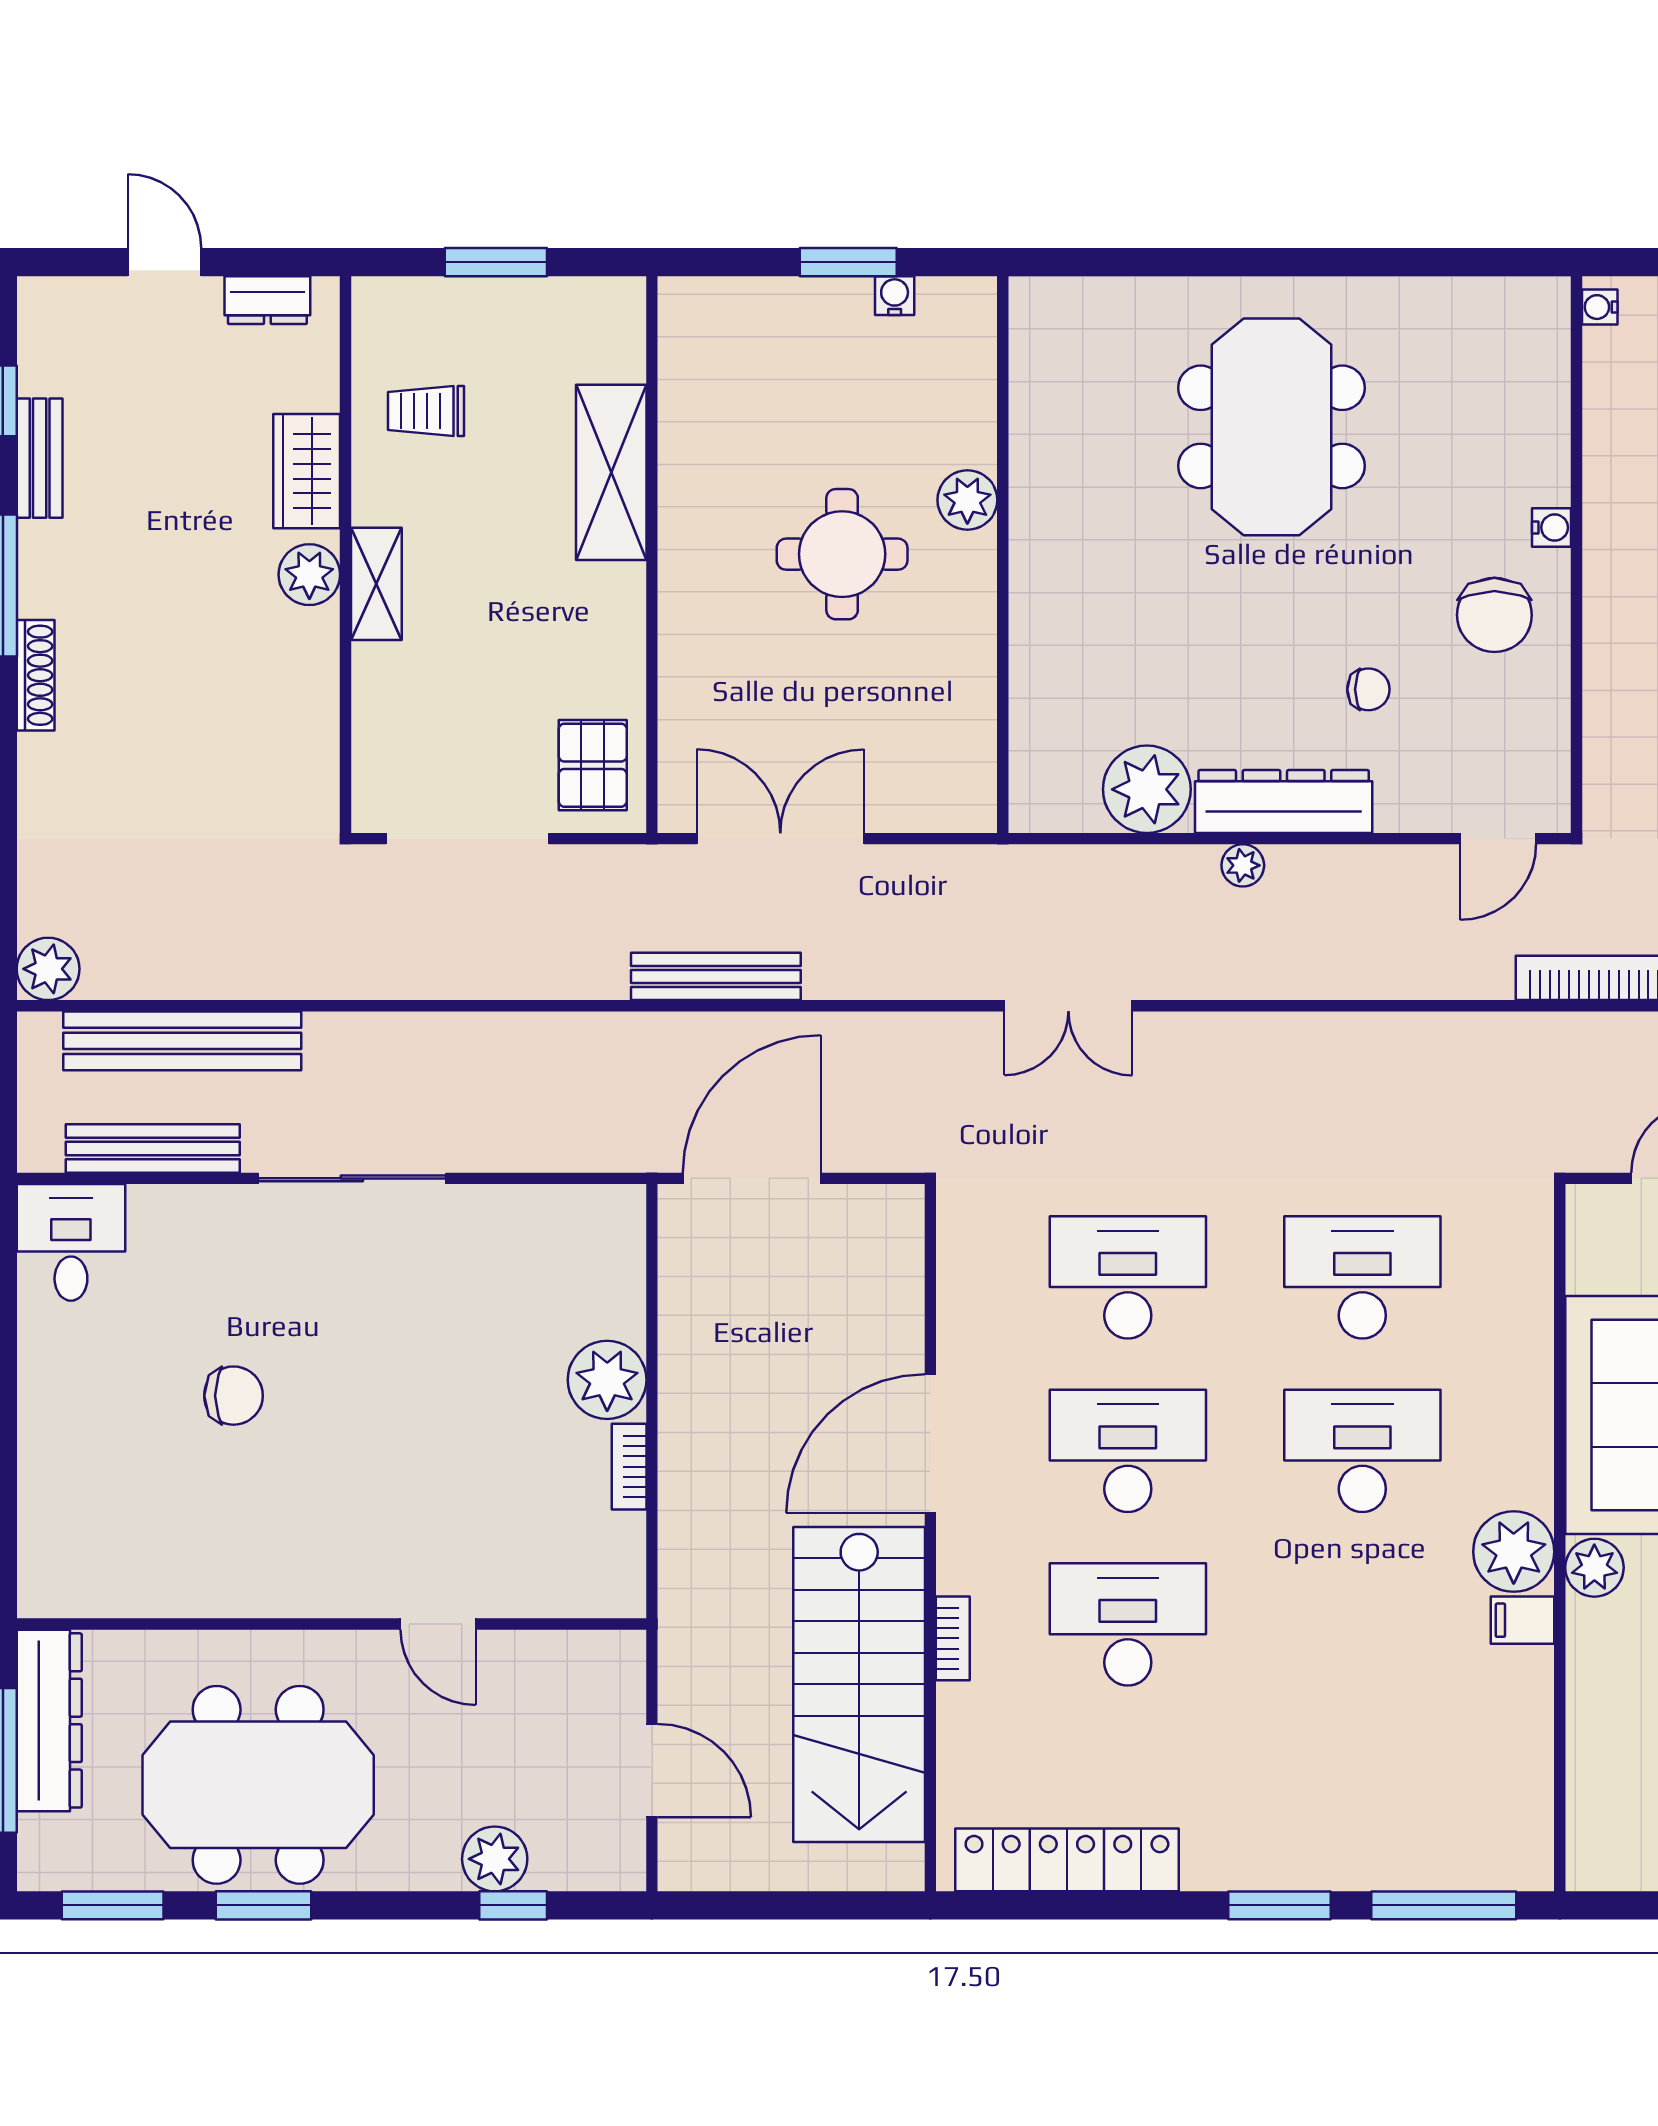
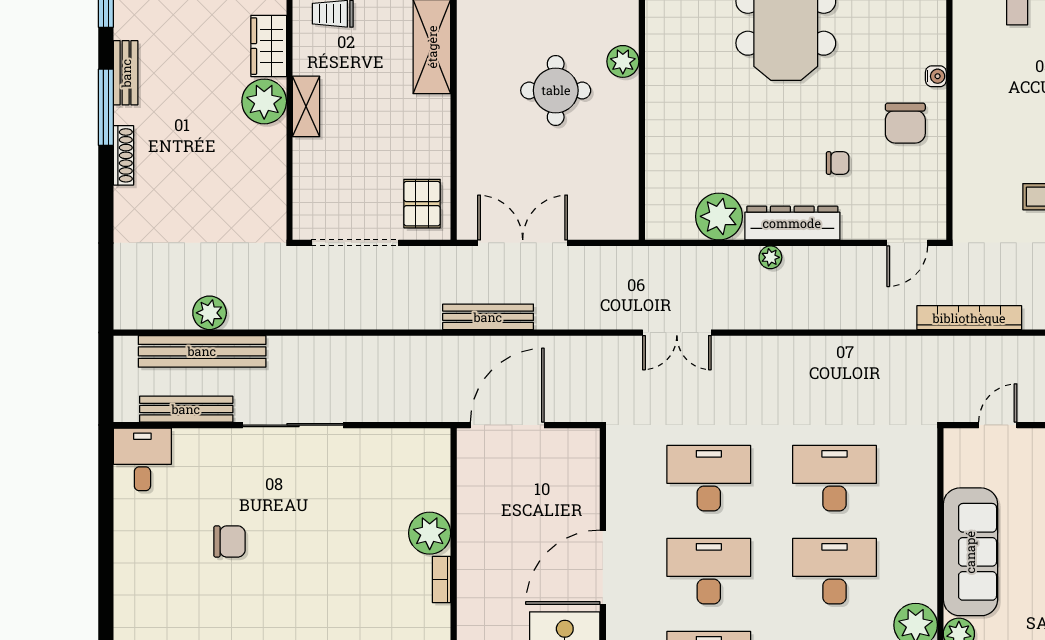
bench: (40, 458) -> (126, 73), moved
plant: (309, 575) -> (264, 101), width x1.36, depth x1.36
plant: (48, 969) -> (210, 313), moved

